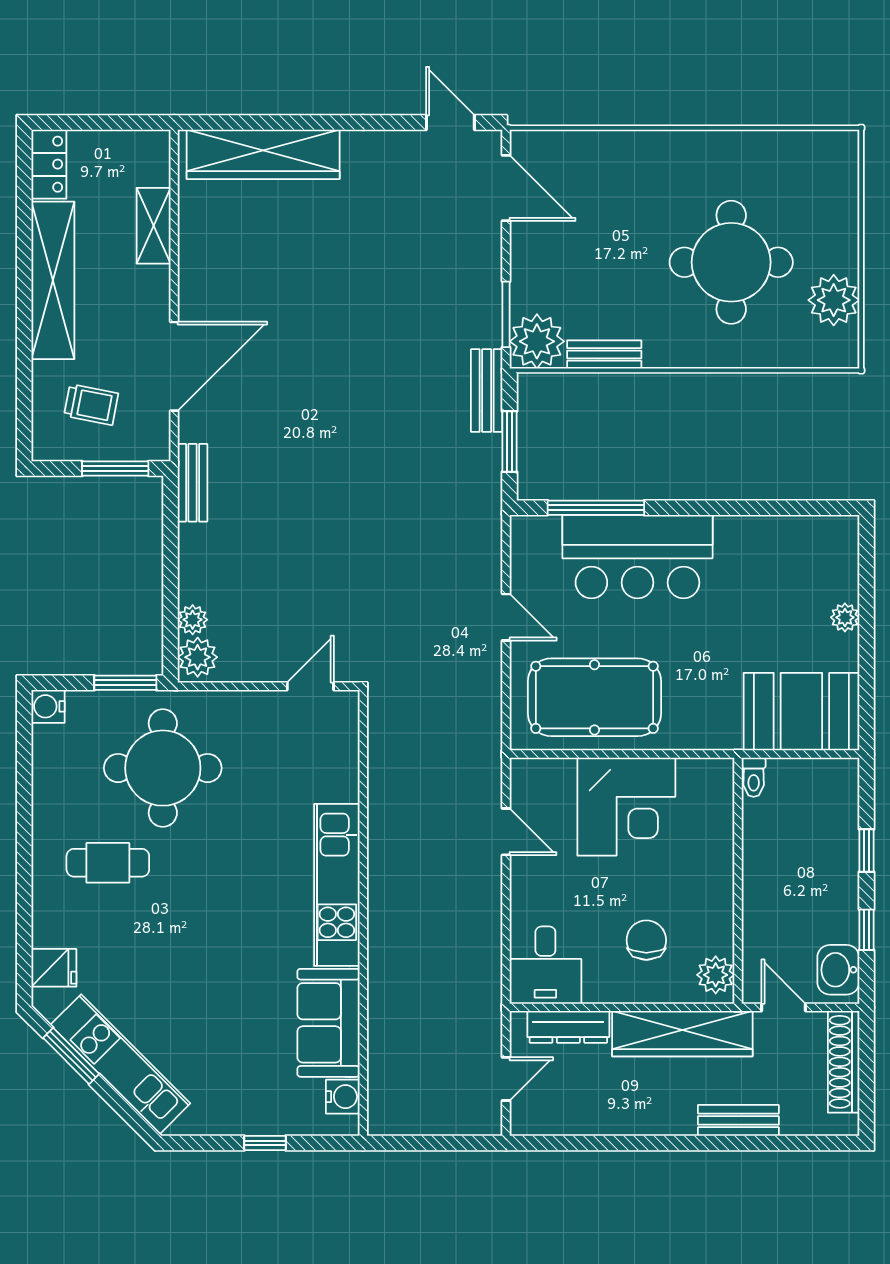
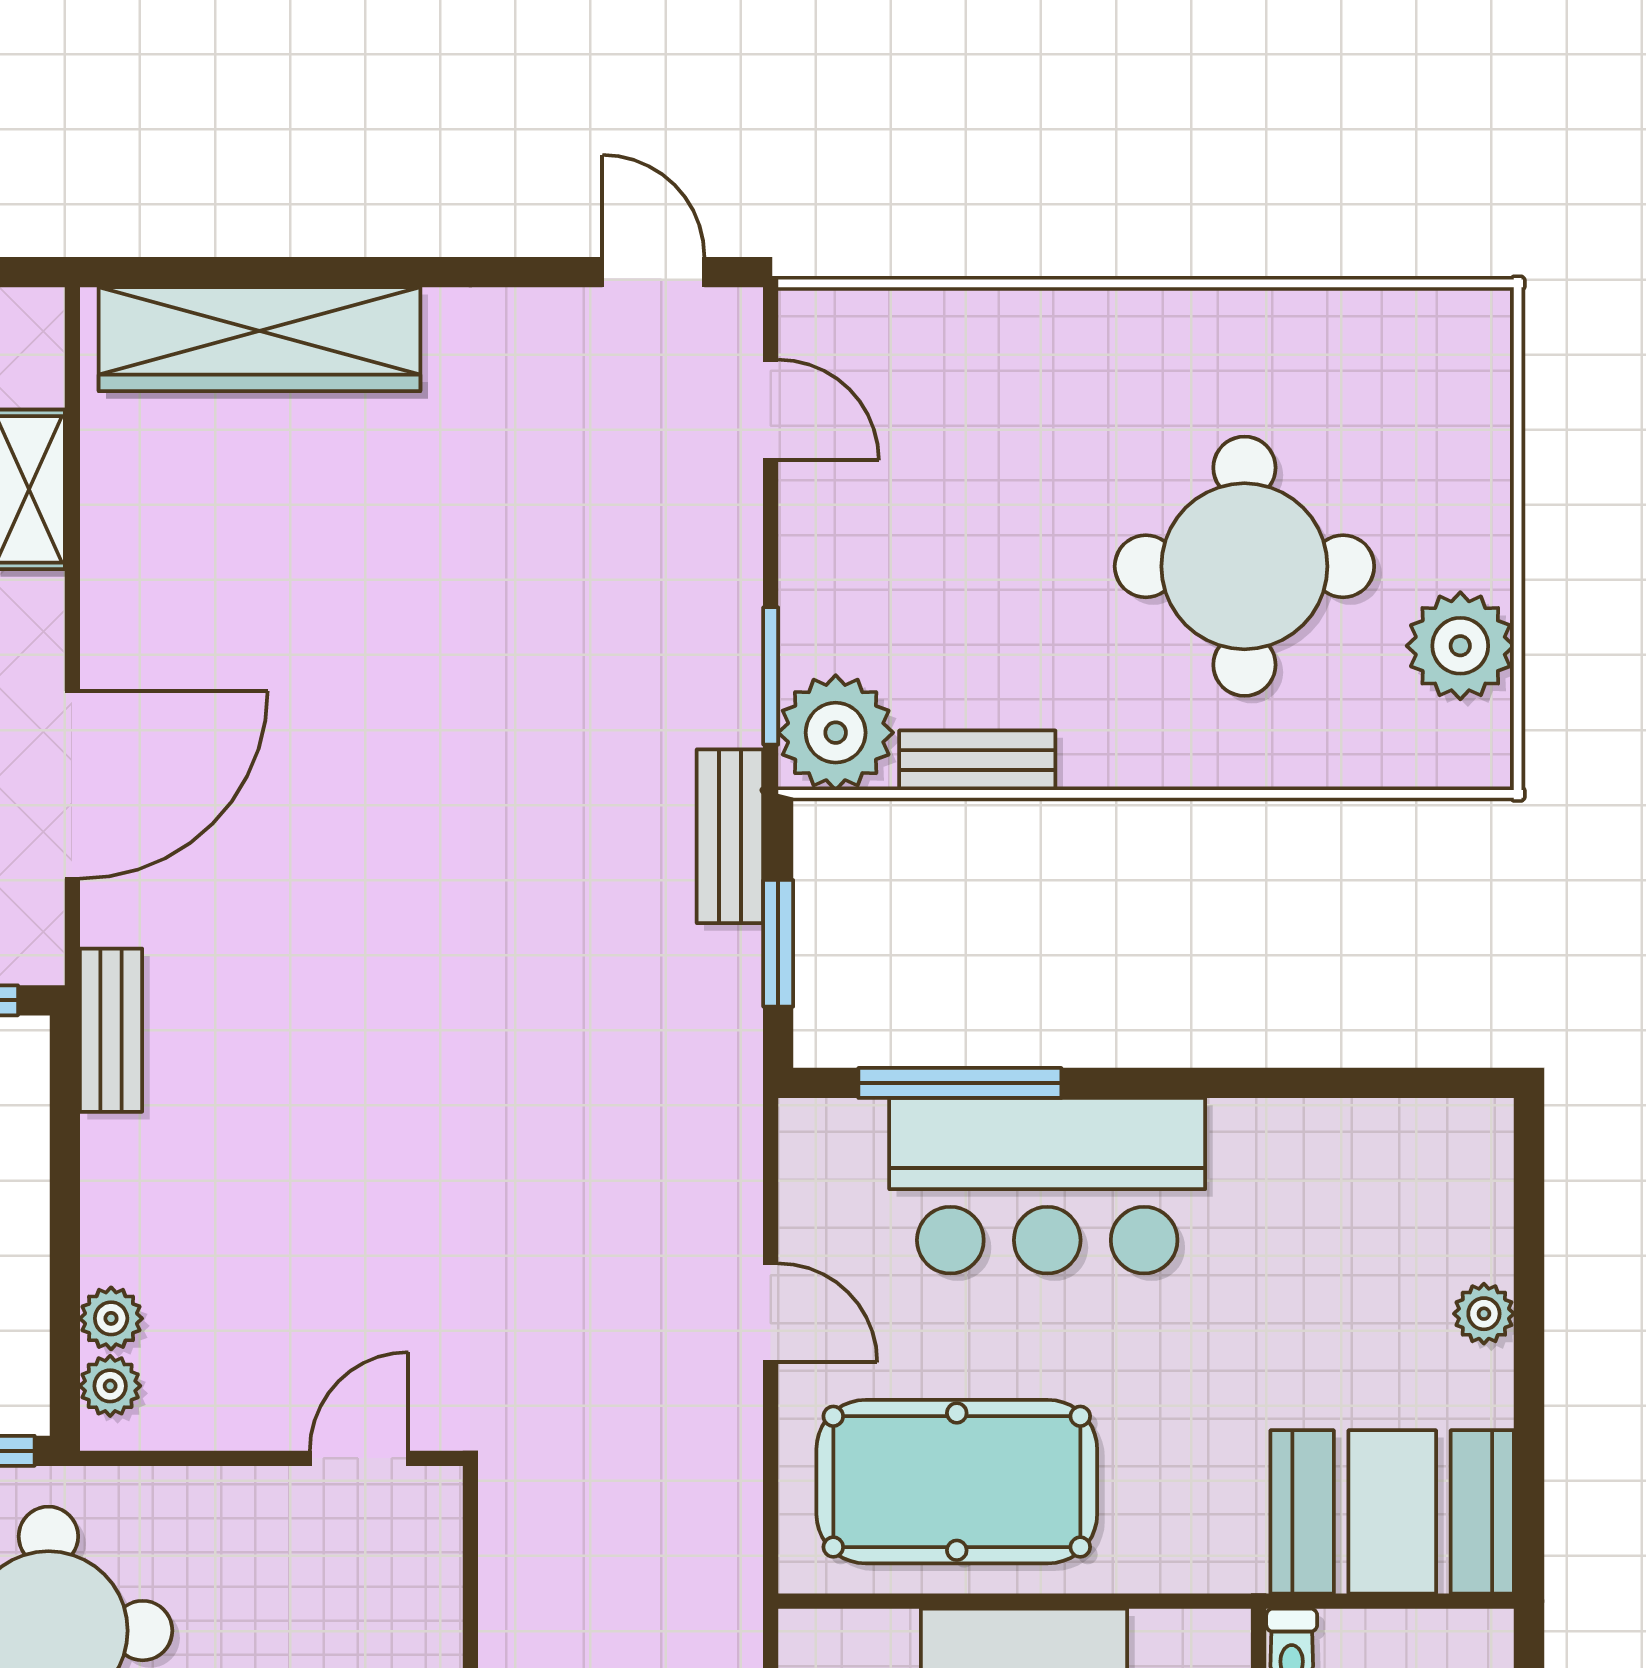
door: (506, 188) -> (771, 410), width x0.73
plant: (198, 657) -> (110, 1386), width x0.73, depth x0.73

